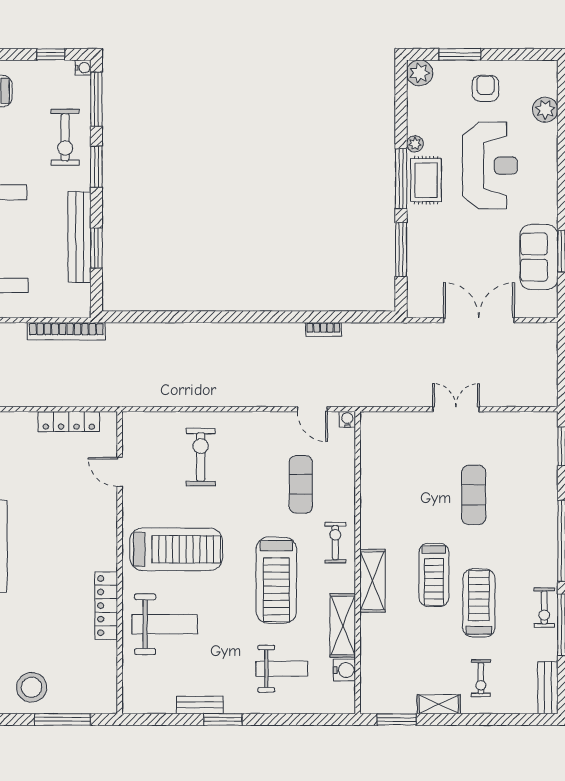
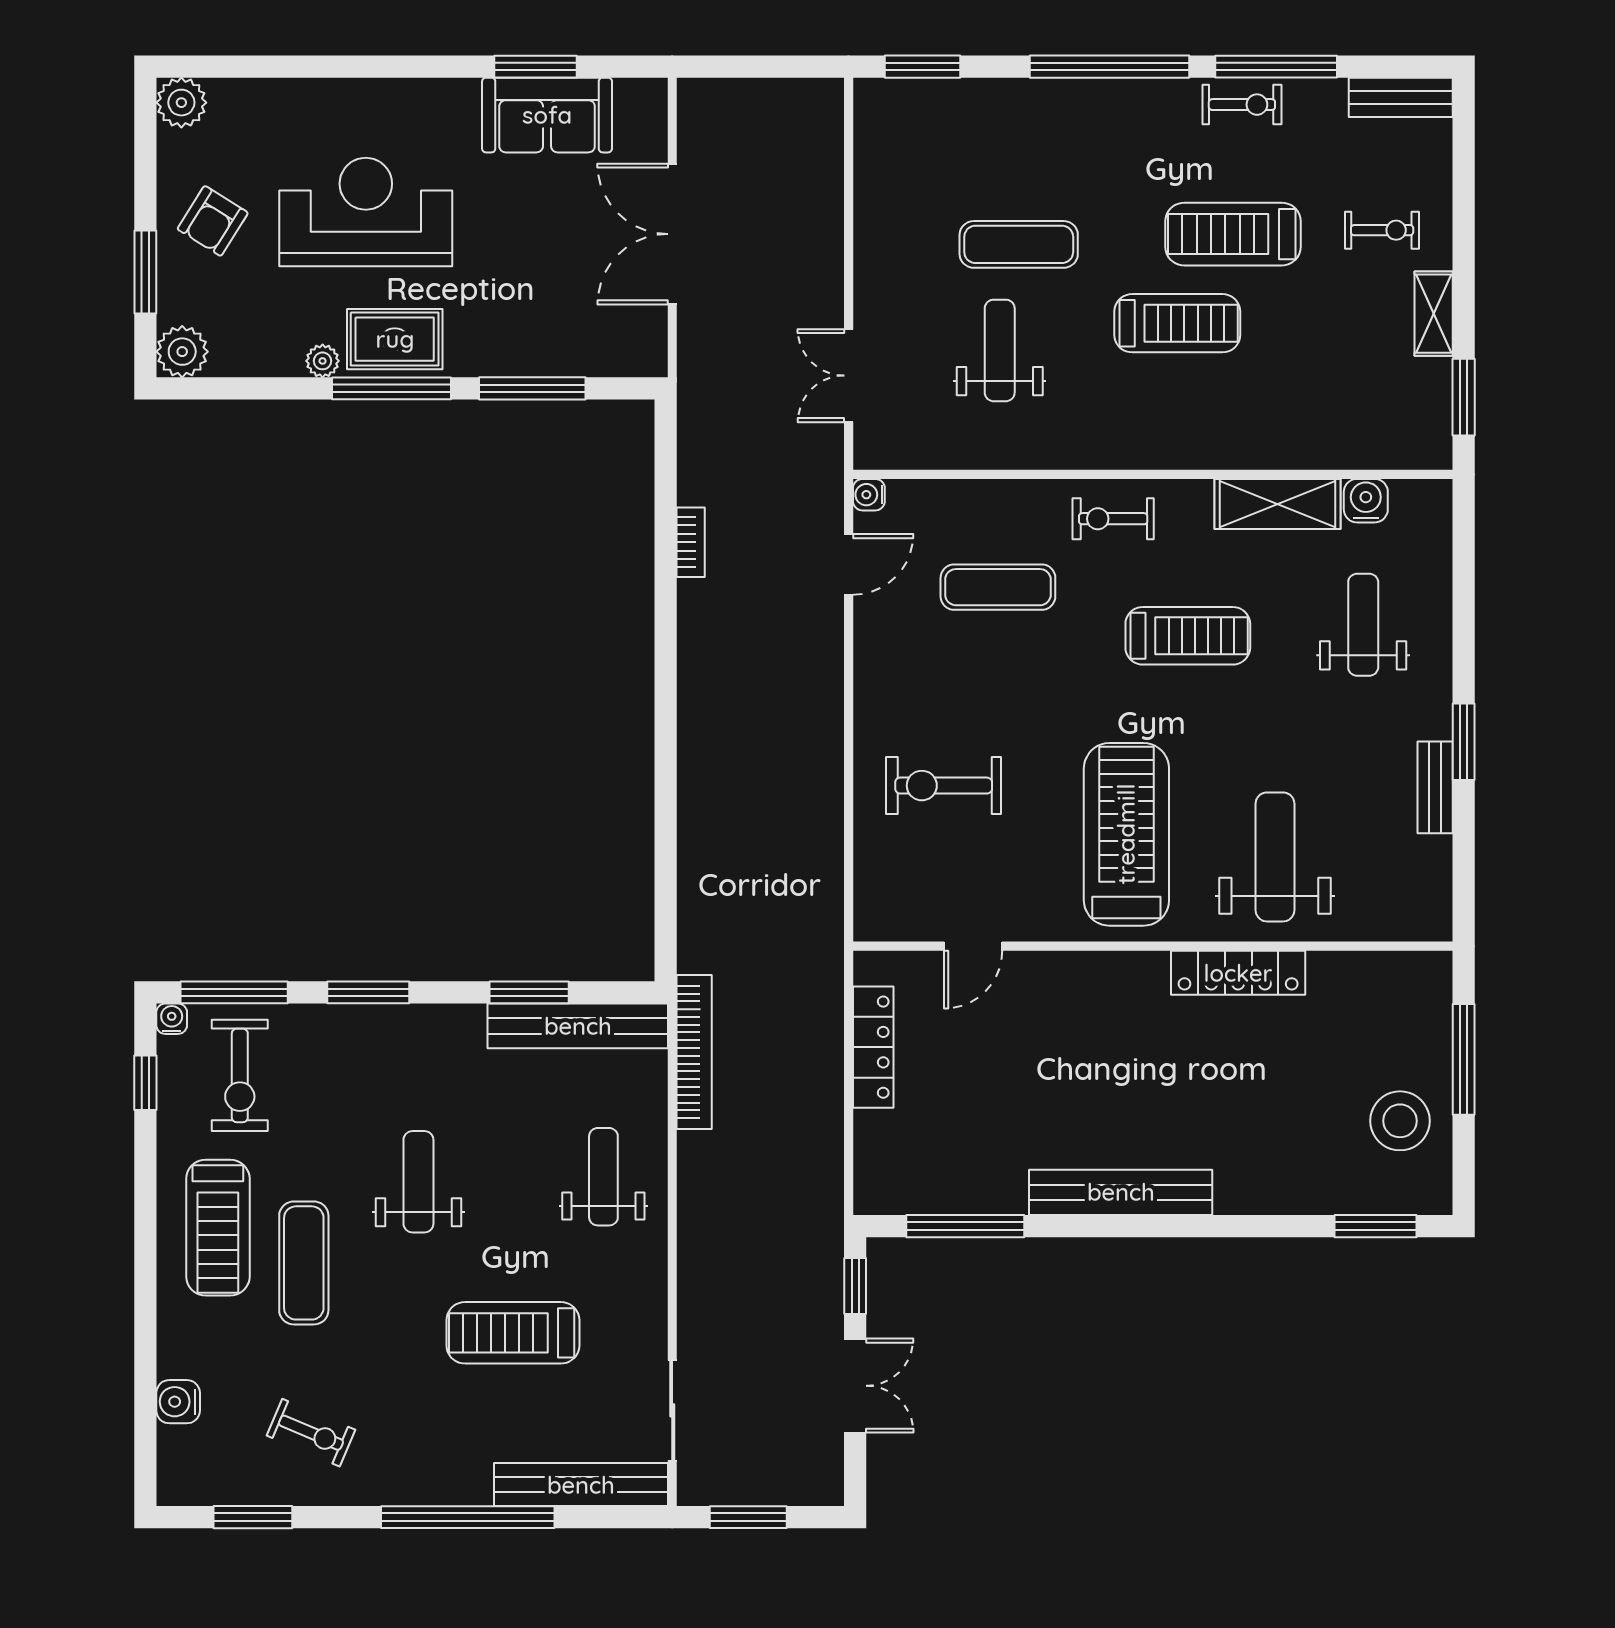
armchair: (486, 88) -> (213, 221), turned -58
plant: (545, 110) -> (181, 103), moved
exercise bike: (65, 137) -> (240, 1075), moved, turned 90
bench: (79, 237) -> (578, 1026), moved
double door: (456, 409) -> (849, 376), moved
weight bench: (420, 485) -> (1000, 350), added
treadmill: (276, 580) -> (1188, 636), width x0.73, depth x0.73
shelving: (372, 581) -> (1189, 445), removed

